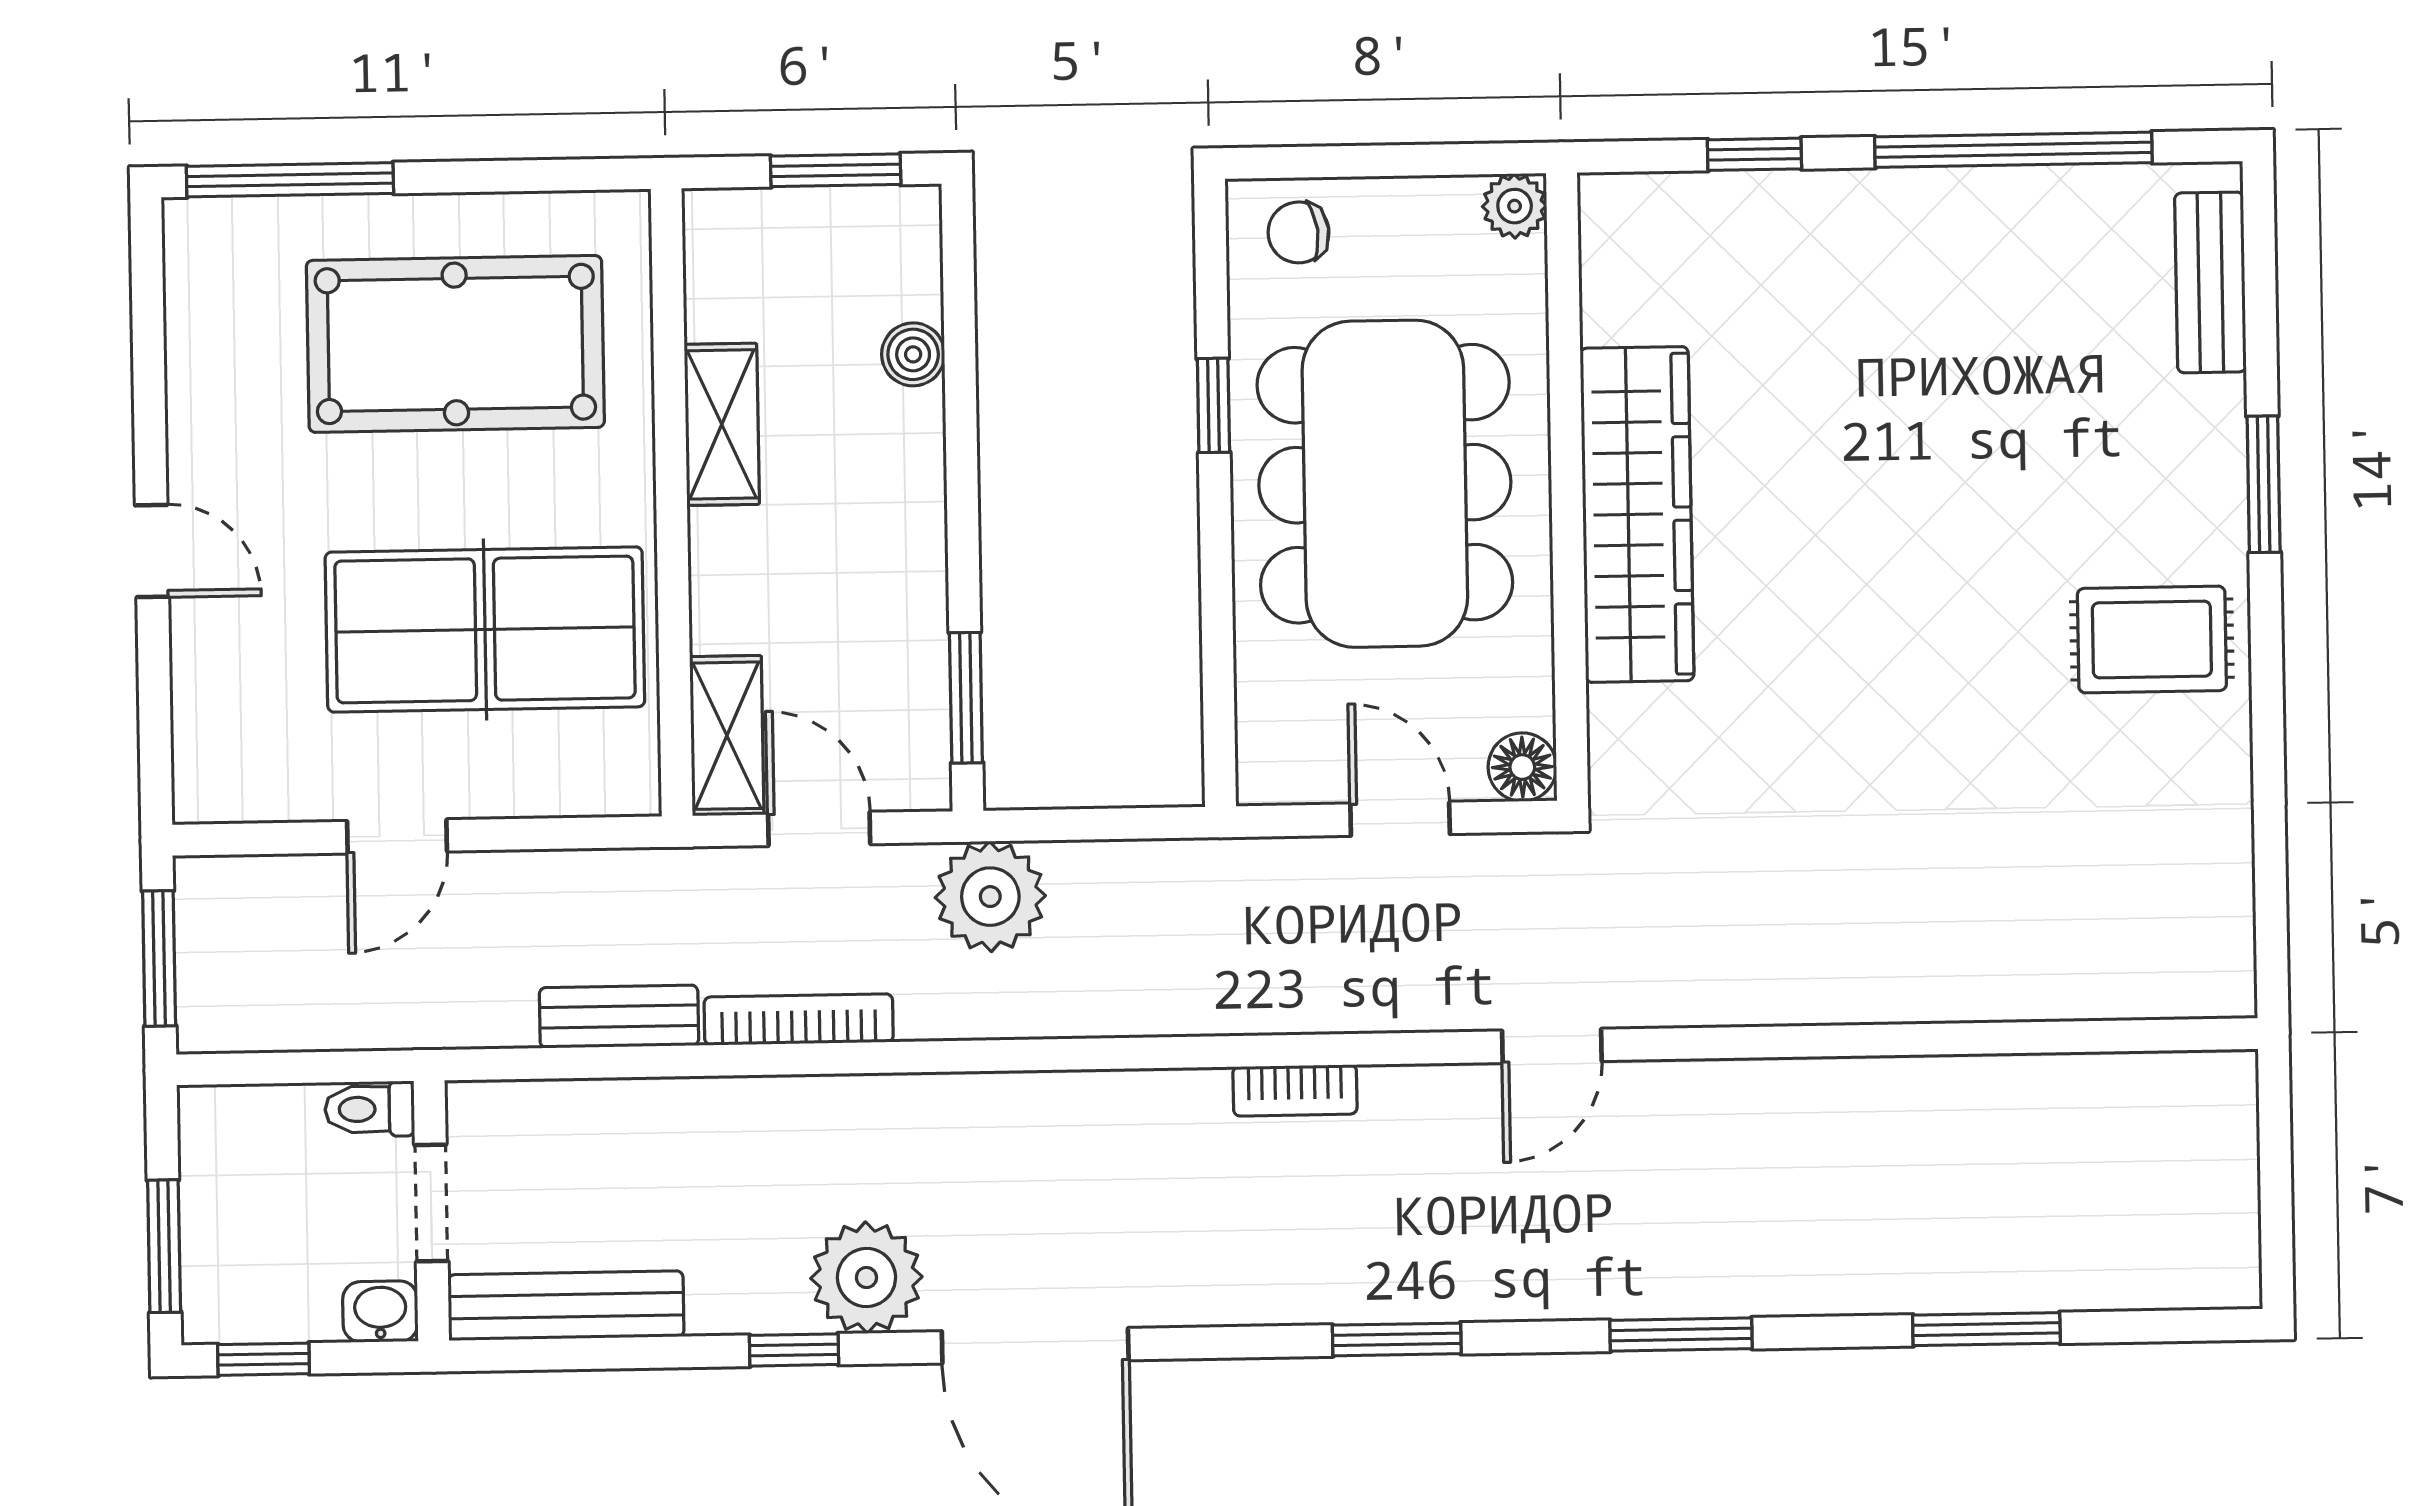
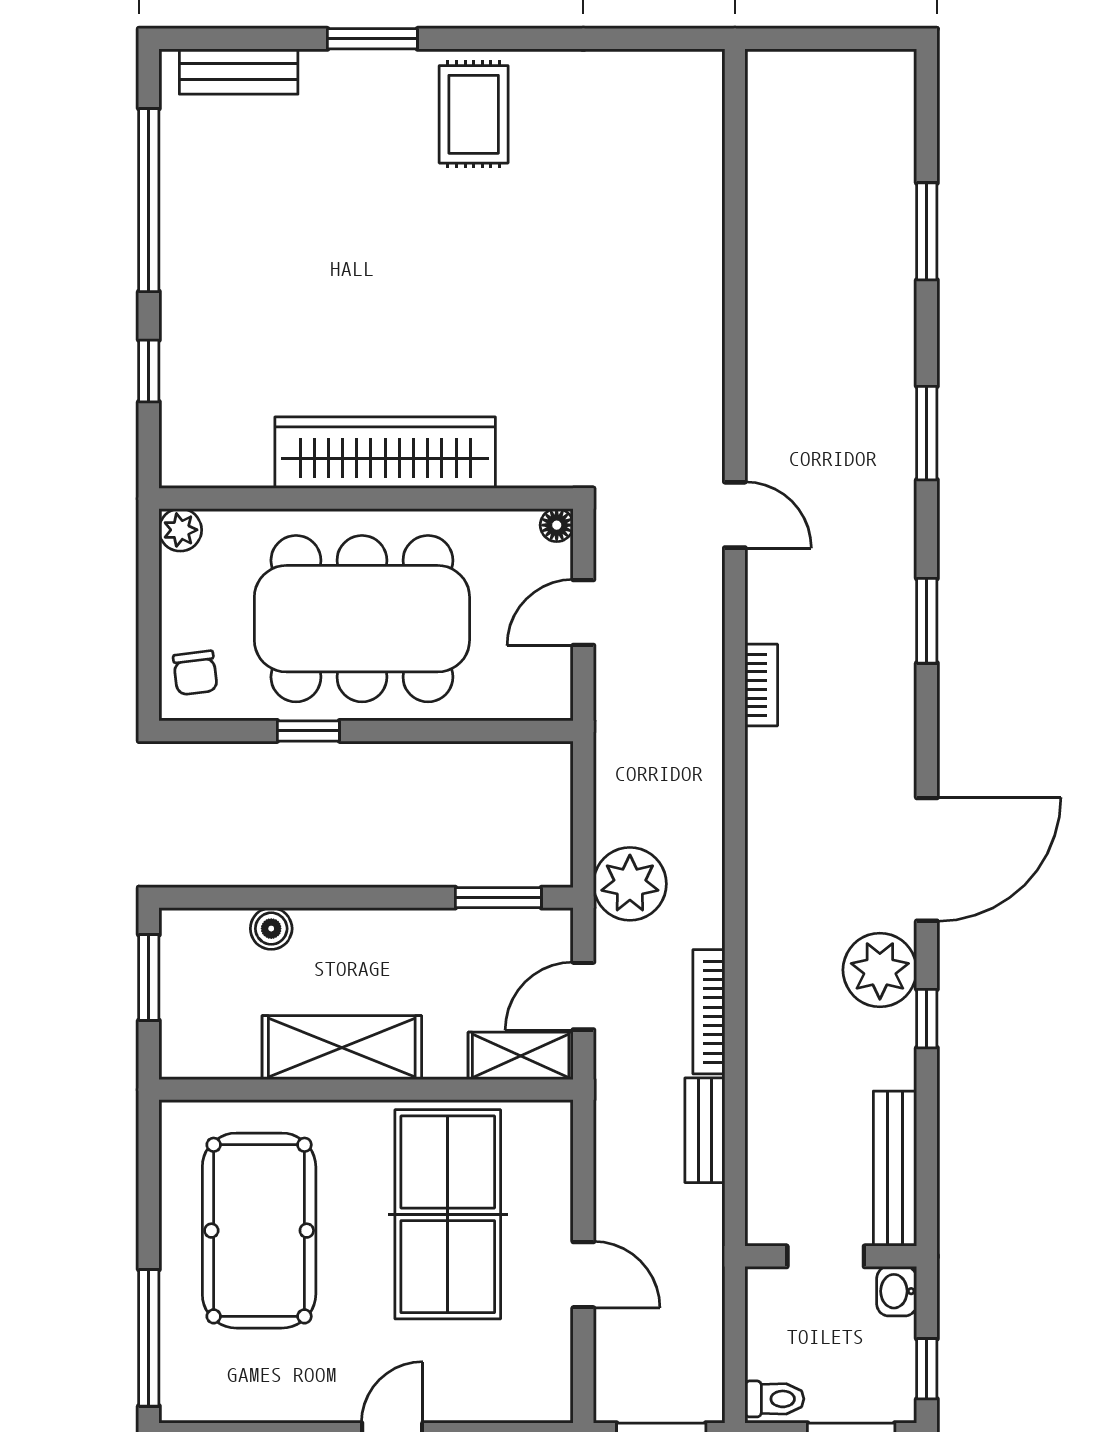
shelving: (722, 424) -> (342, 1048), width x1.50, depth x1.33
floor lamp: (1522, 767) -> (557, 525), width x0.73, depth x0.73
toilet: (370, 1109) -> (774, 1399), moved, turned -90

